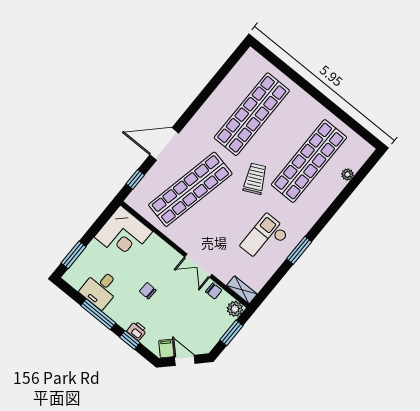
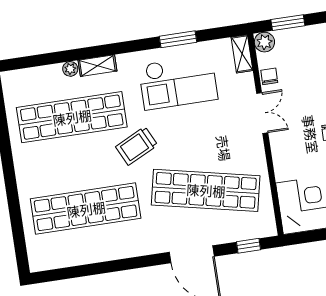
plant: (348, 174) -> (70, 69), moved
shelving: (321, 205) -> (97, 66), added
checkout: (265, 239) -> (178, 82), width x1.36, depth x1.21
window: (299, 250) -> (178, 39), moved

